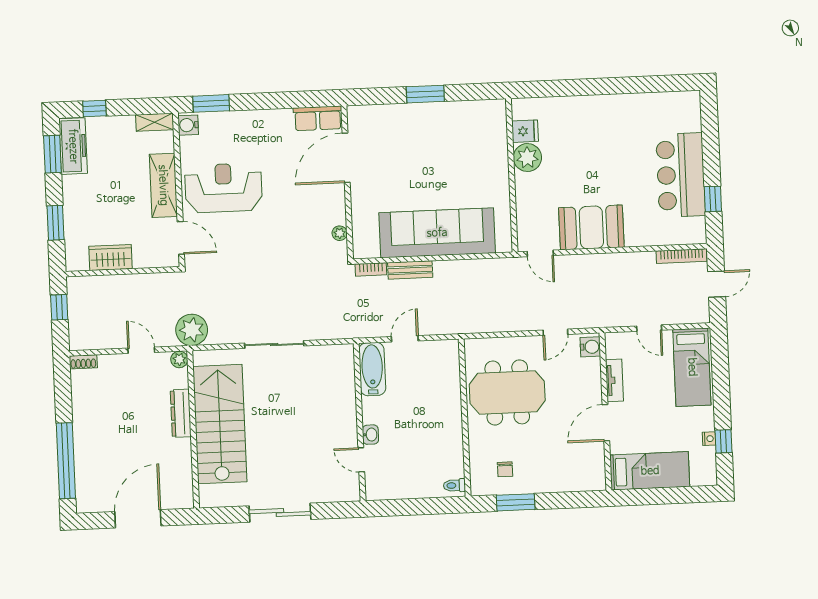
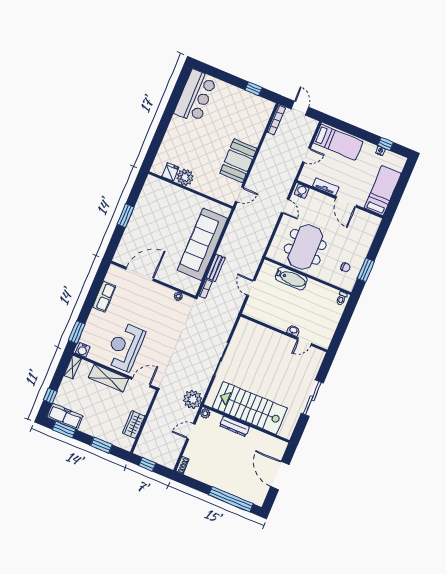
row of seats: (318, 118) -> (104, 297), moved
door: (346, 158) -> (140, 274), swing flipped
bar counter: (681, 175) -> (195, 96), moved, turned -90
bathtub: (372, 369) -> (291, 278), moved, turned 180

